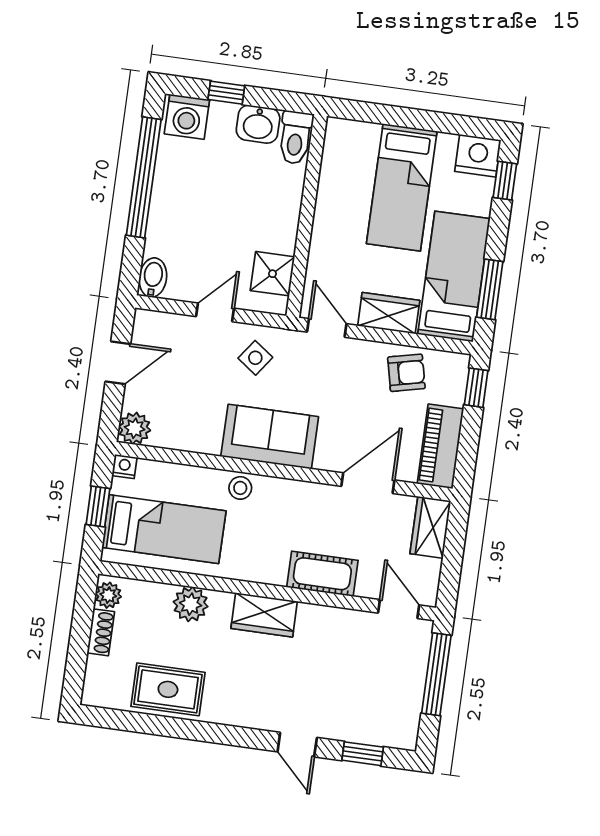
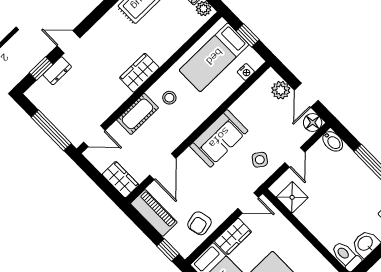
floor lamp: (148, 325) -> (313, 122), added
plant: (135, 428) -> (281, 90), moved
nightstand: (124, 466) -> (246, 72), moved
stool: (240, 488) -> (169, 98), moved
plant: (191, 604) -> (170, 43), removed
dresser: (349, 729) -> (57, 71), added

